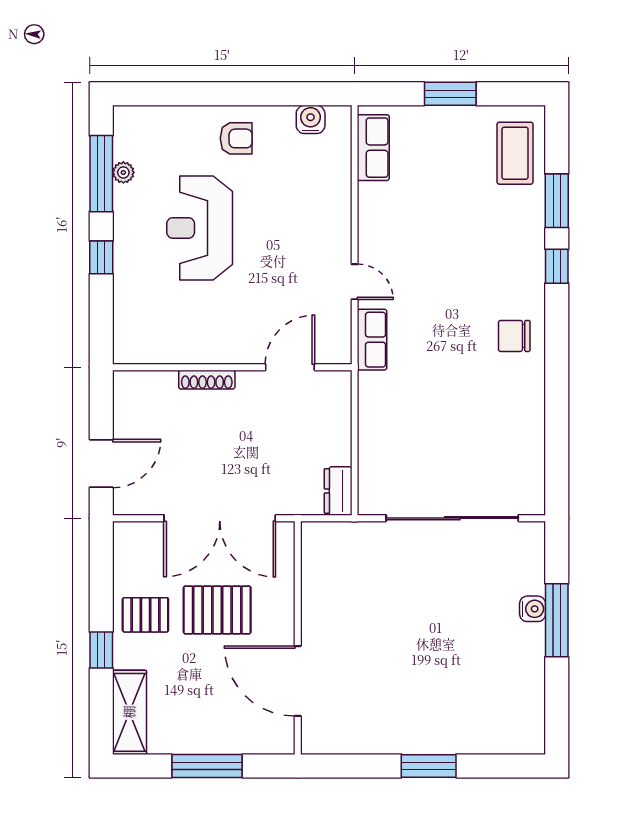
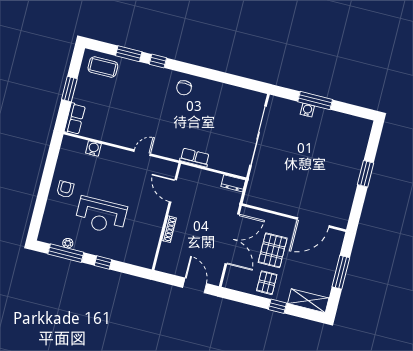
water cooler: (311, 119) -> (93, 148), moved, turned 90
row of seats: (373, 148) -> (75, 119), moved, turned 90
row of seats: (372, 340) -> (195, 158), moved

